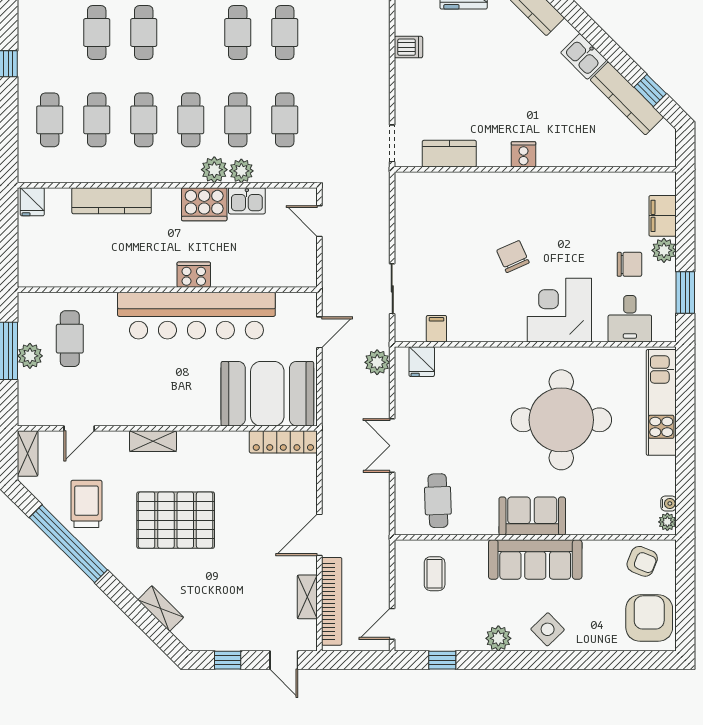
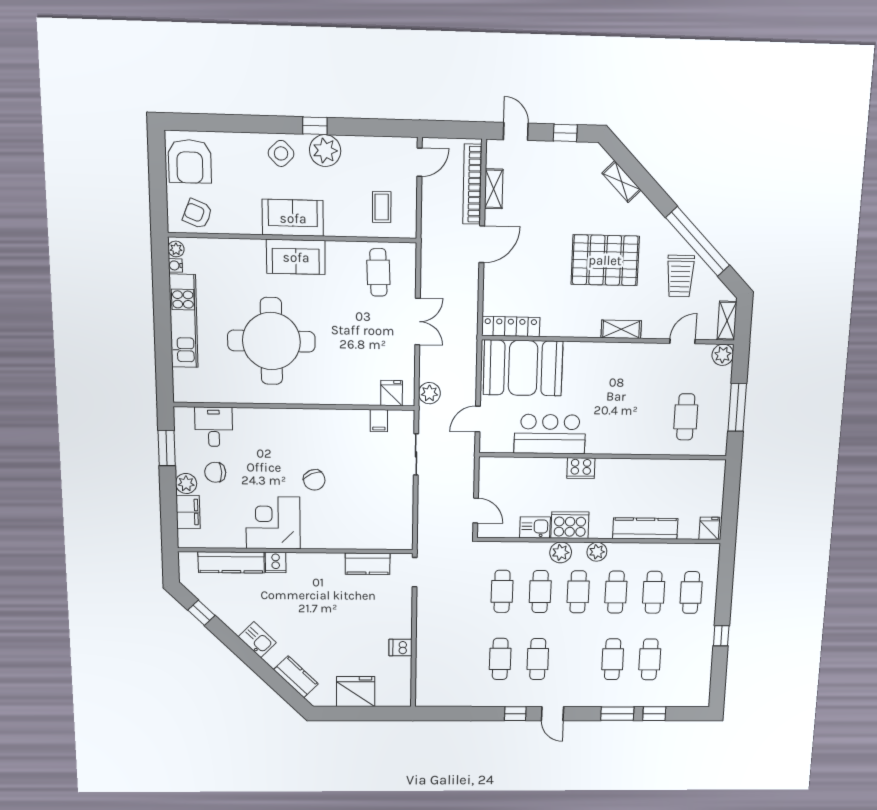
kitchen counter: (627, 98) -> (231, 562), moved, turned 135
cooker: (523, 154) -> (276, 563), moved
plant: (241, 171) -> (597, 552), moved
corner desk: (559, 310) -> (273, 523), moved, turned 180
bar counter: (196, 316) -> (550, 434), width x0.54
plant: (30, 356) -> (723, 355), moved
kitchen unit: (661, 402) -> (184, 321), moved
sofa: (535, 559) -> (293, 218), width x0.73
plant: (498, 638) -> (325, 151), width x1.36, depth x1.36
window: (442, 660) -> (315, 126), moved

